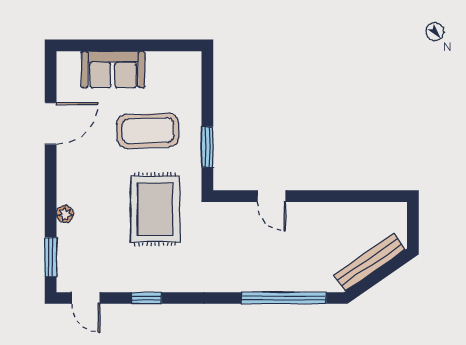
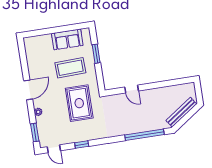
sofa: (113, 69) -> (67, 39), moved
door: (51, 124) -> (28, 90), moved
window: (207, 147) -> (96, 54), moved

